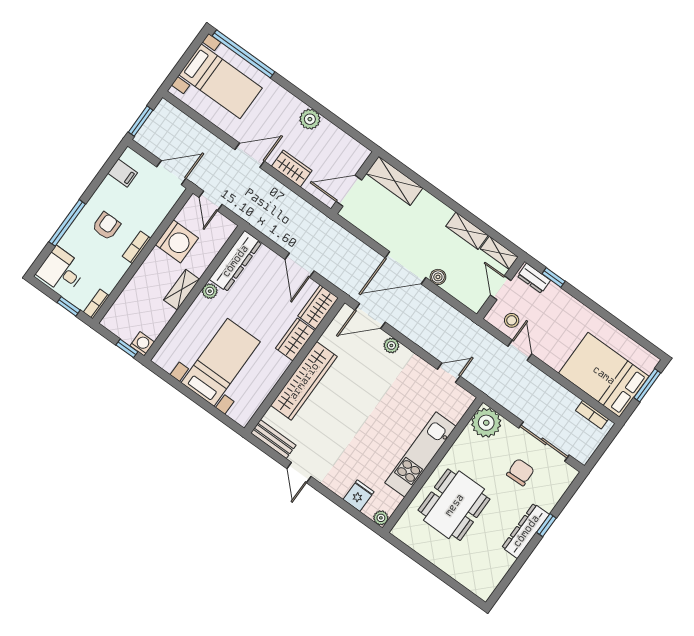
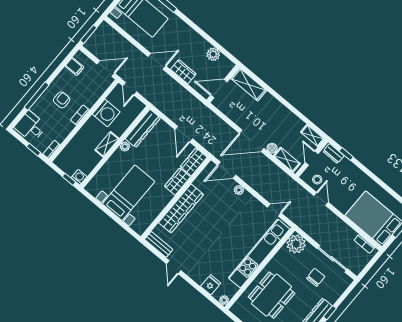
plant: (310, 119) -> (213, 54), moved
shelving: (467, 231) -> (287, 160), moved
kitchen unit: (420, 455) -> (259, 253), width x1.36

